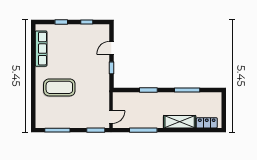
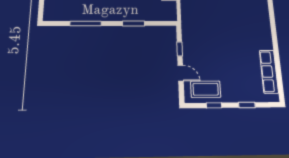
door: (112, 48) -> (181, 73), hinge flipped
coffee table: (59, 87) -> (206, 89), moved, width x0.73, depth x0.76

